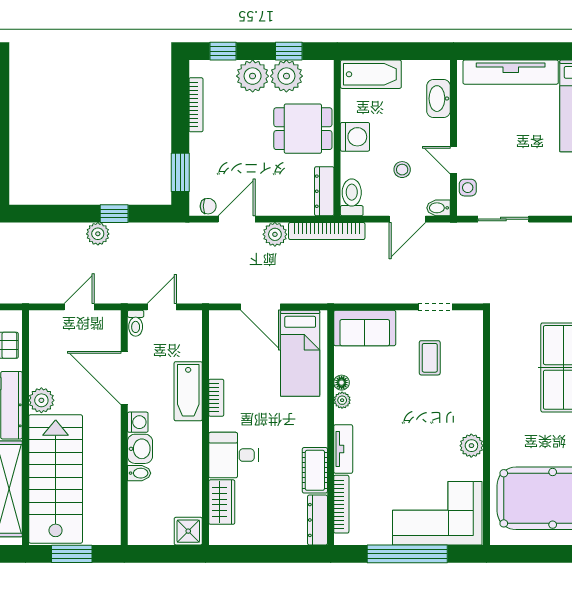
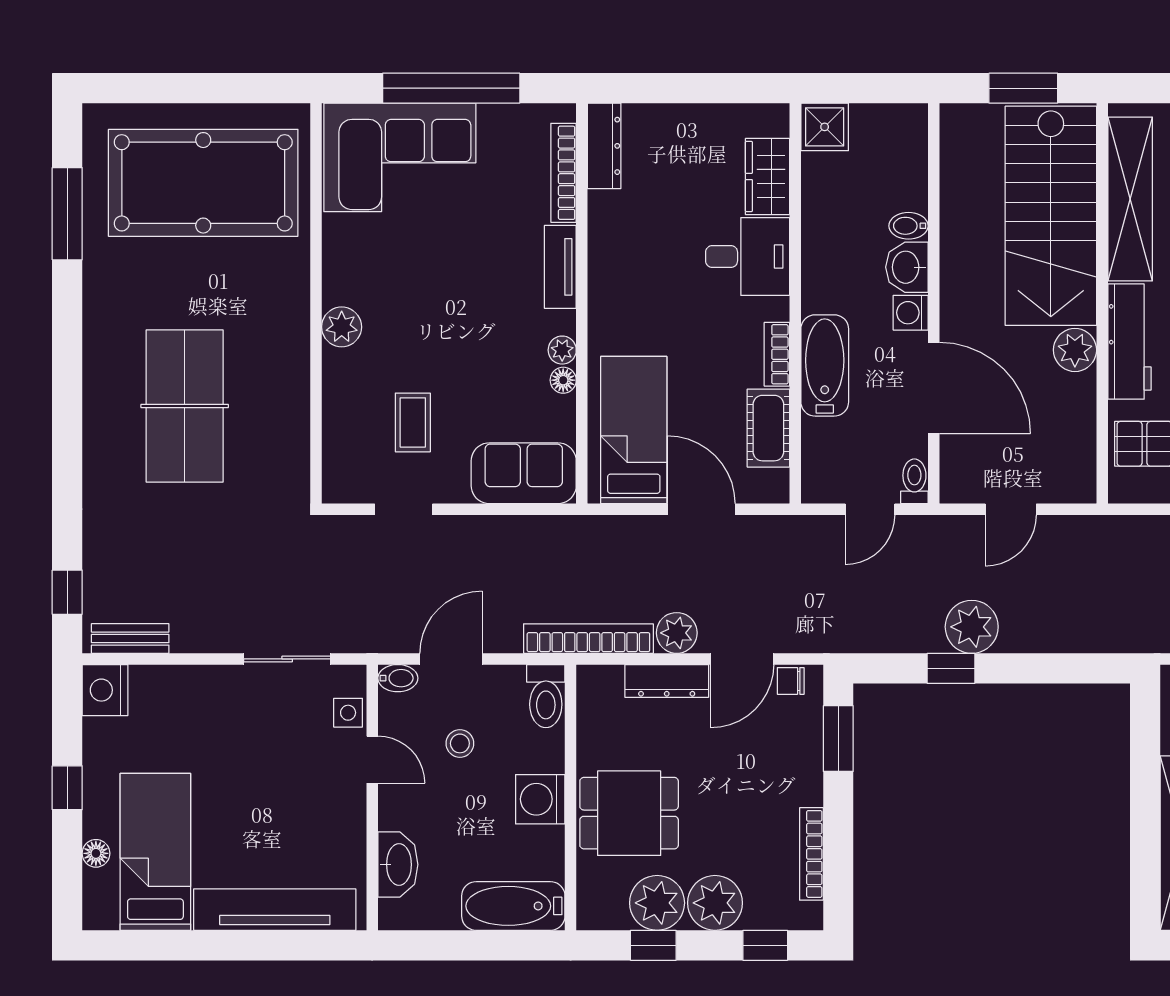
dresser: (324, 191) -> (667, 681), moved, turned 90
plant: (98, 234) -> (972, 627), width x1.36, depth x1.36
plant: (471, 446) -> (342, 327), moved
cot: (315, 470) -> (768, 428), moved

